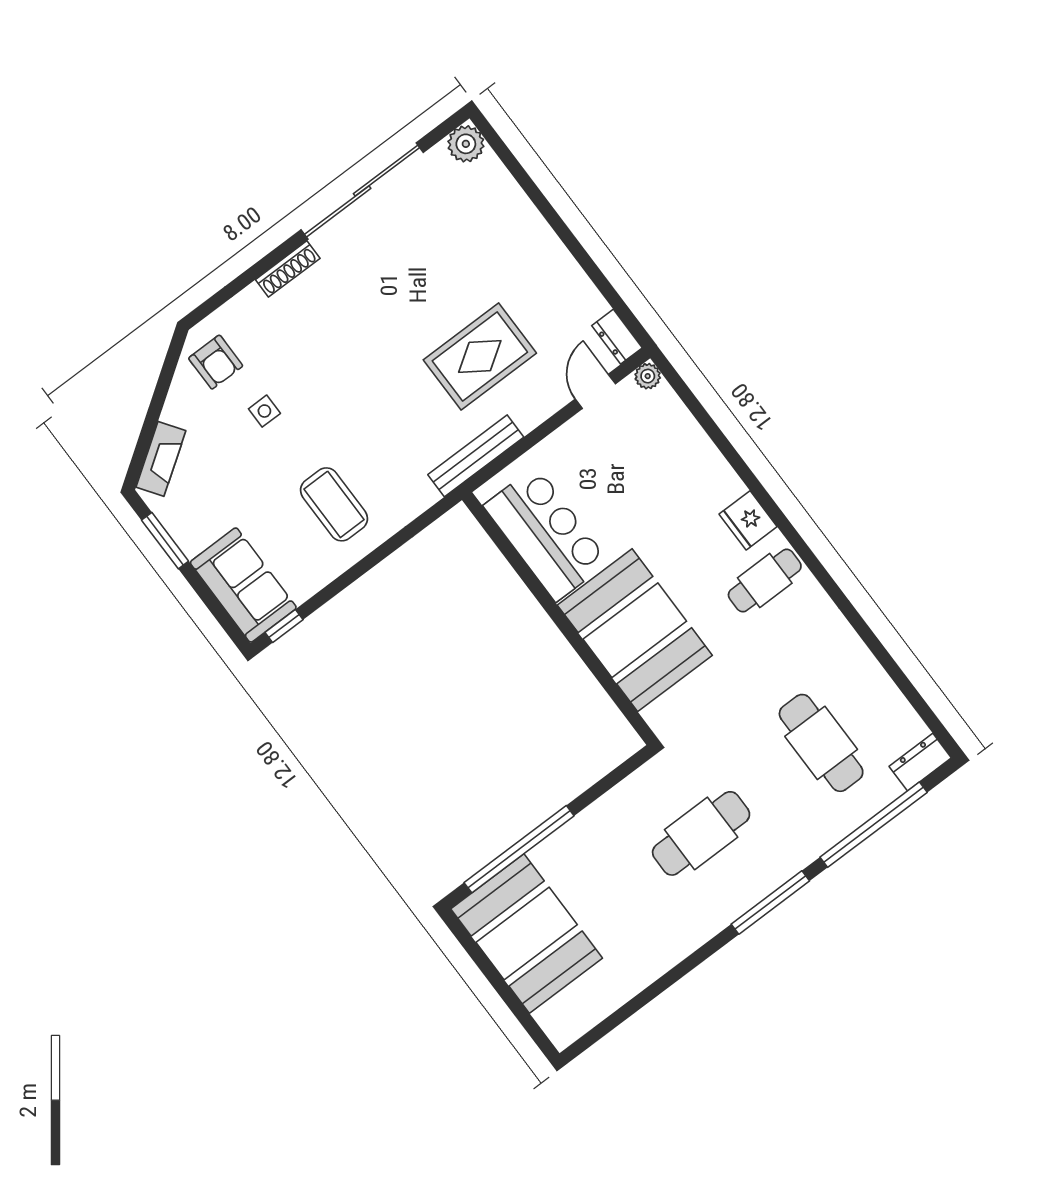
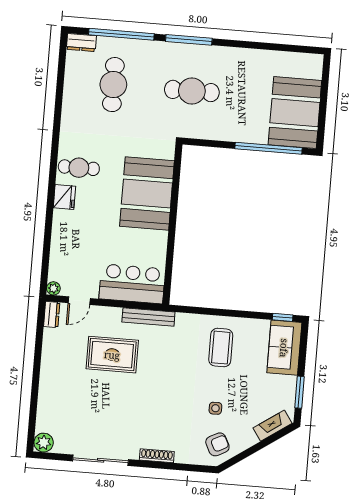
sliding door: (362, 191) -> (101, 460), width x0.73
armchair: (216, 362) -> (217, 444), turned 63
bar counter: (546, 534) -> (132, 284), moved, turned 90

